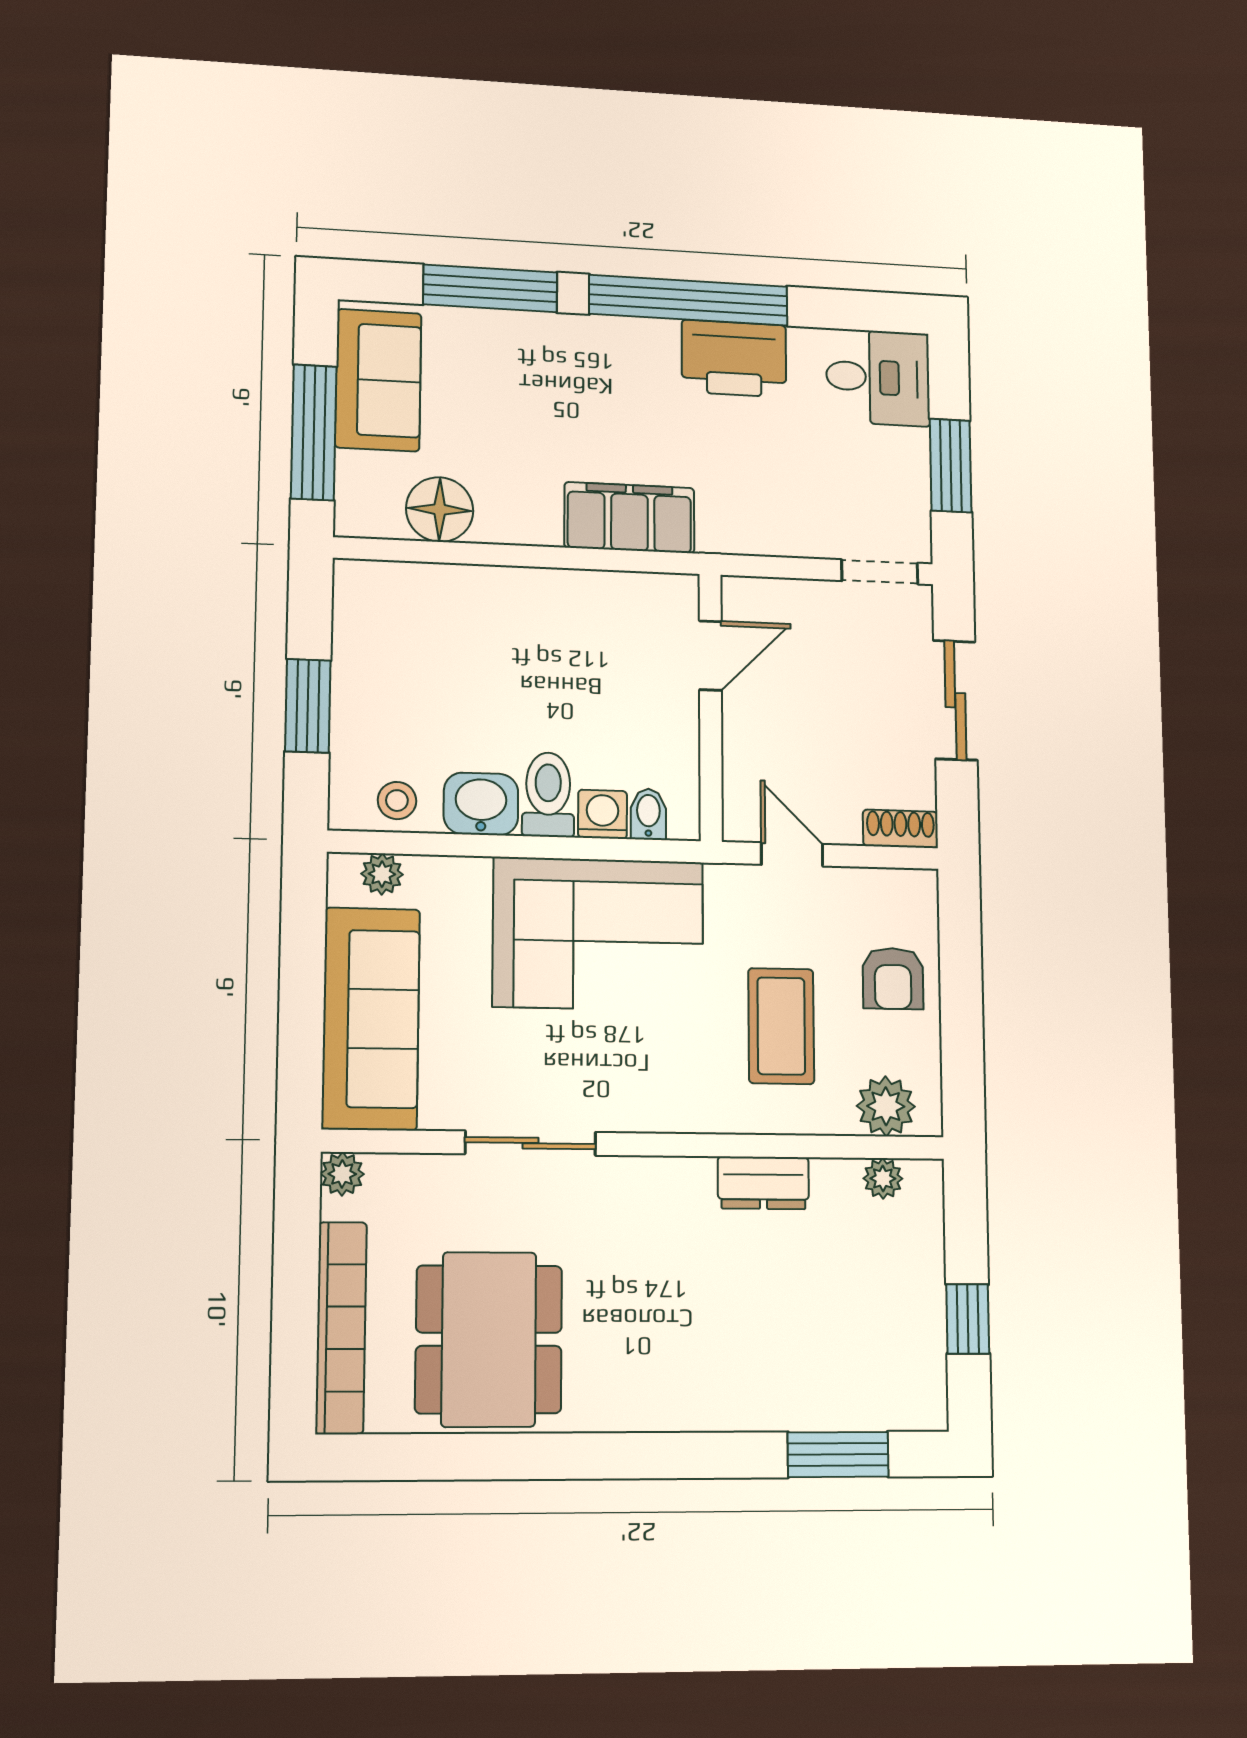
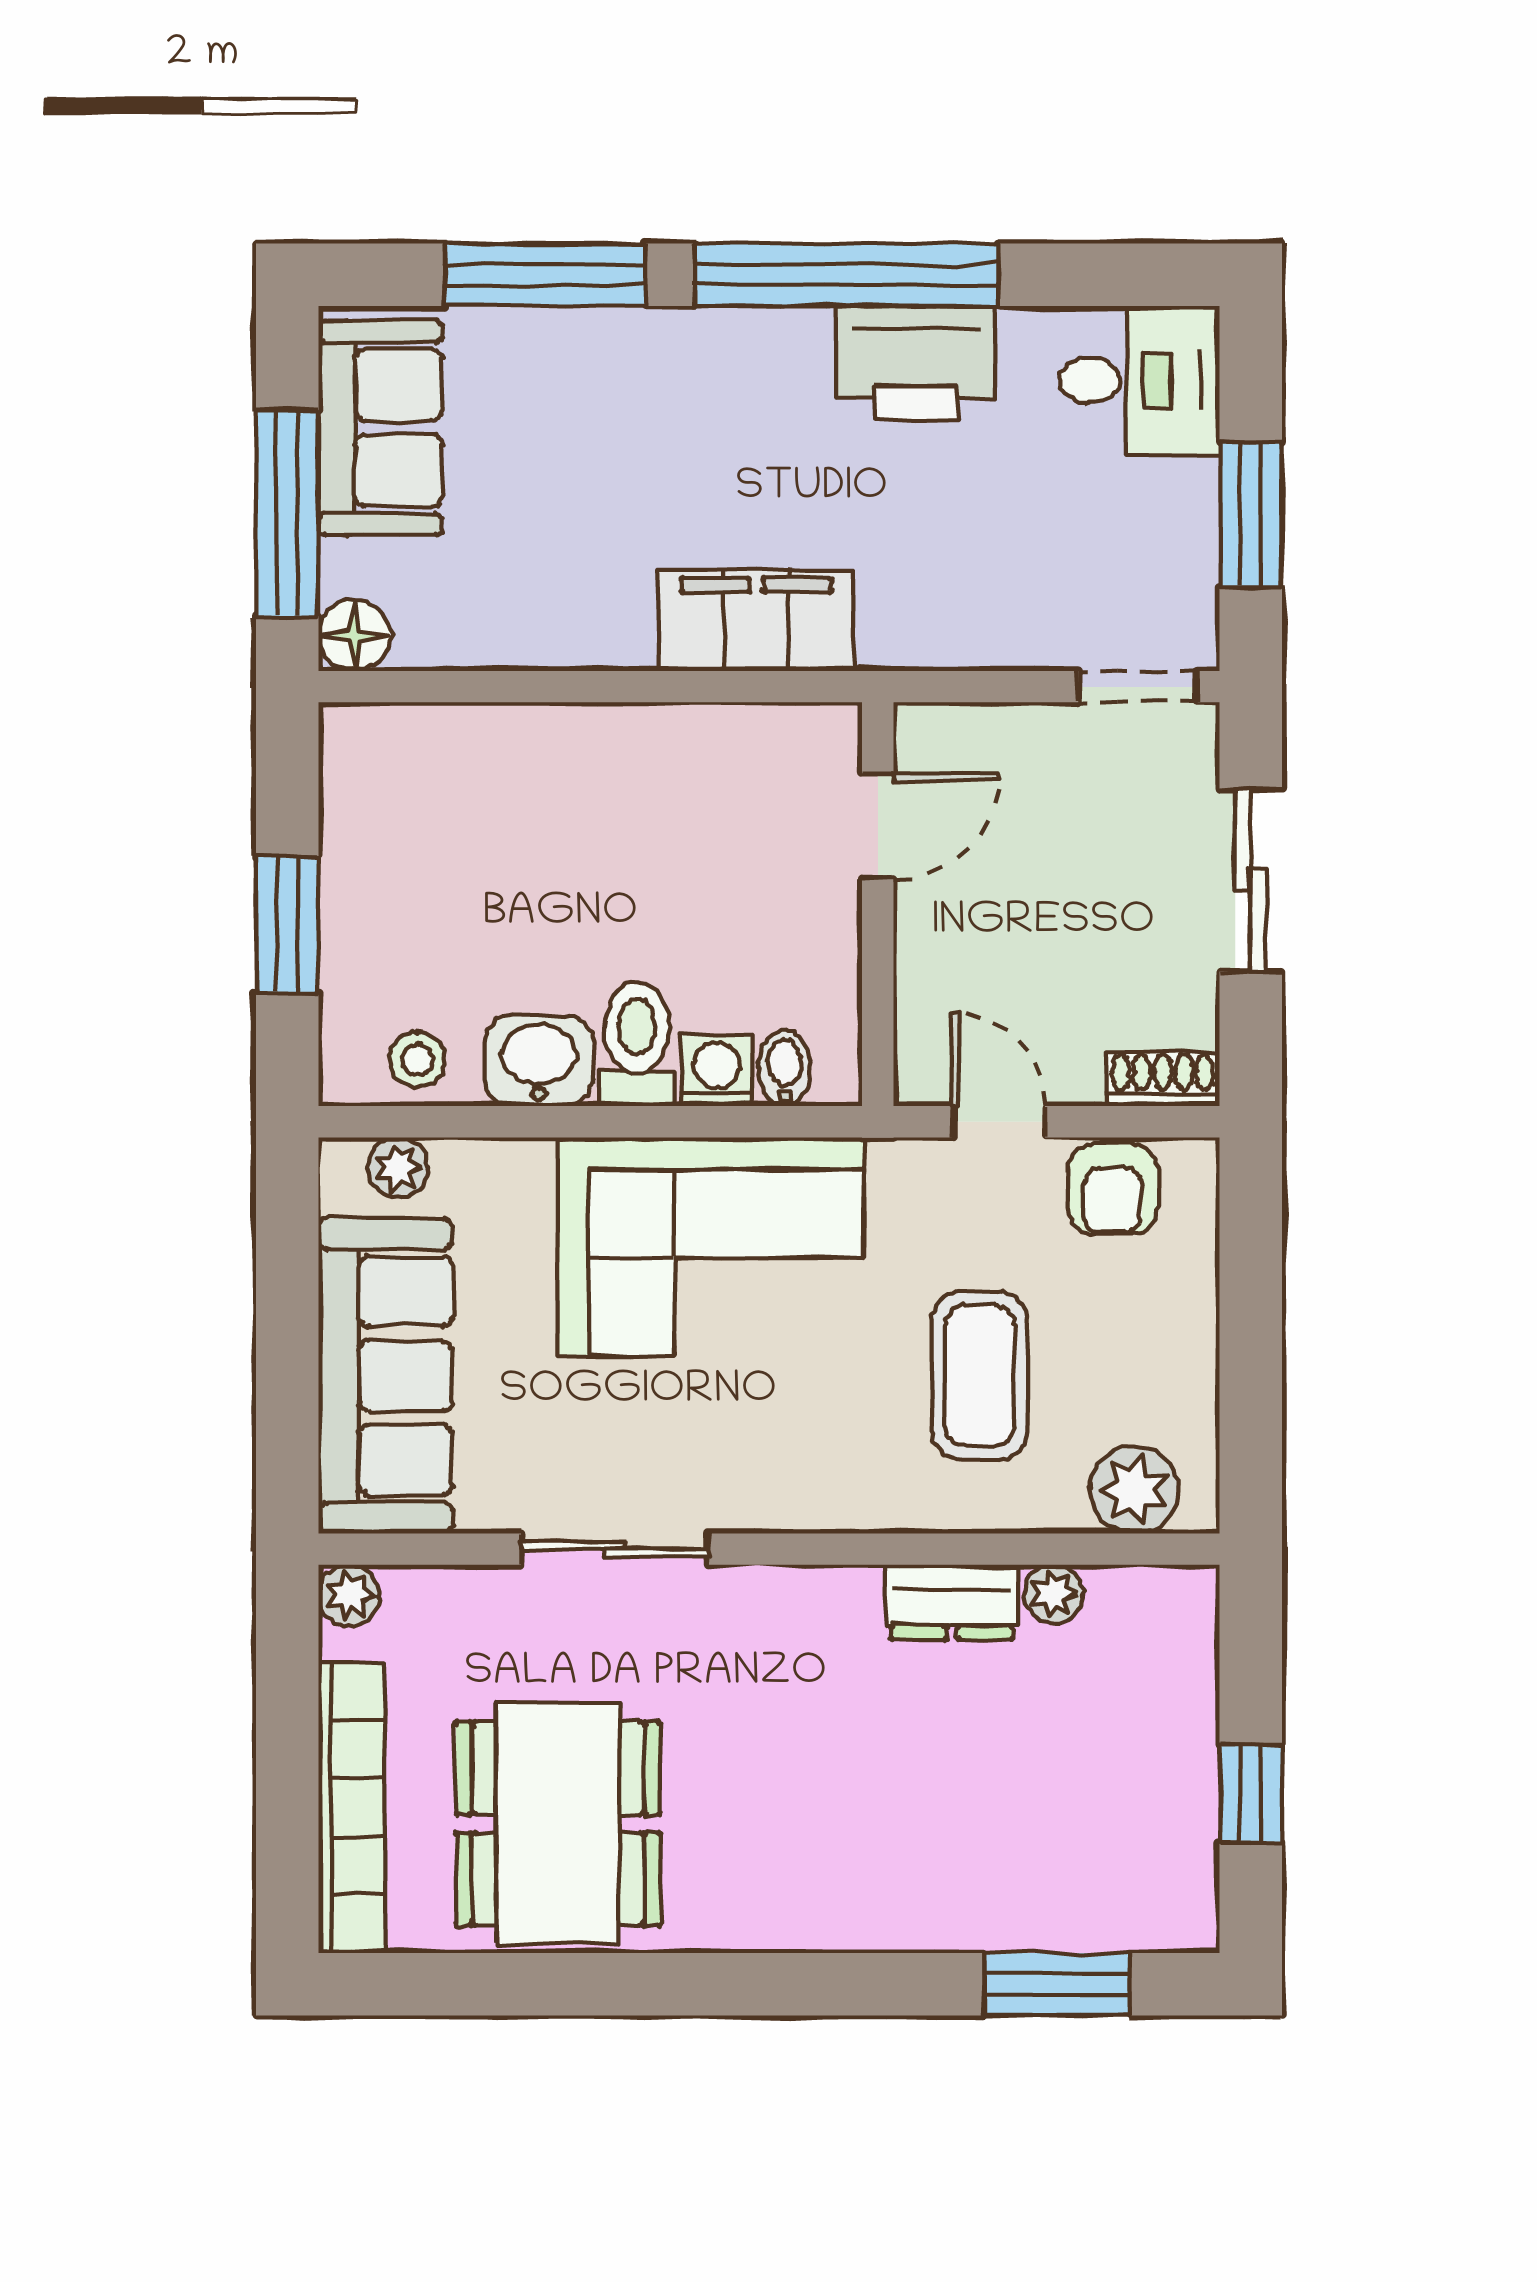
floor lamp: (440, 509) -> (354, 635), moved, width x0.73, depth x0.73
armchair: (893, 978) -> (1113, 1189), moved
plant: (883, 1178) -> (1054, 1594), moved

